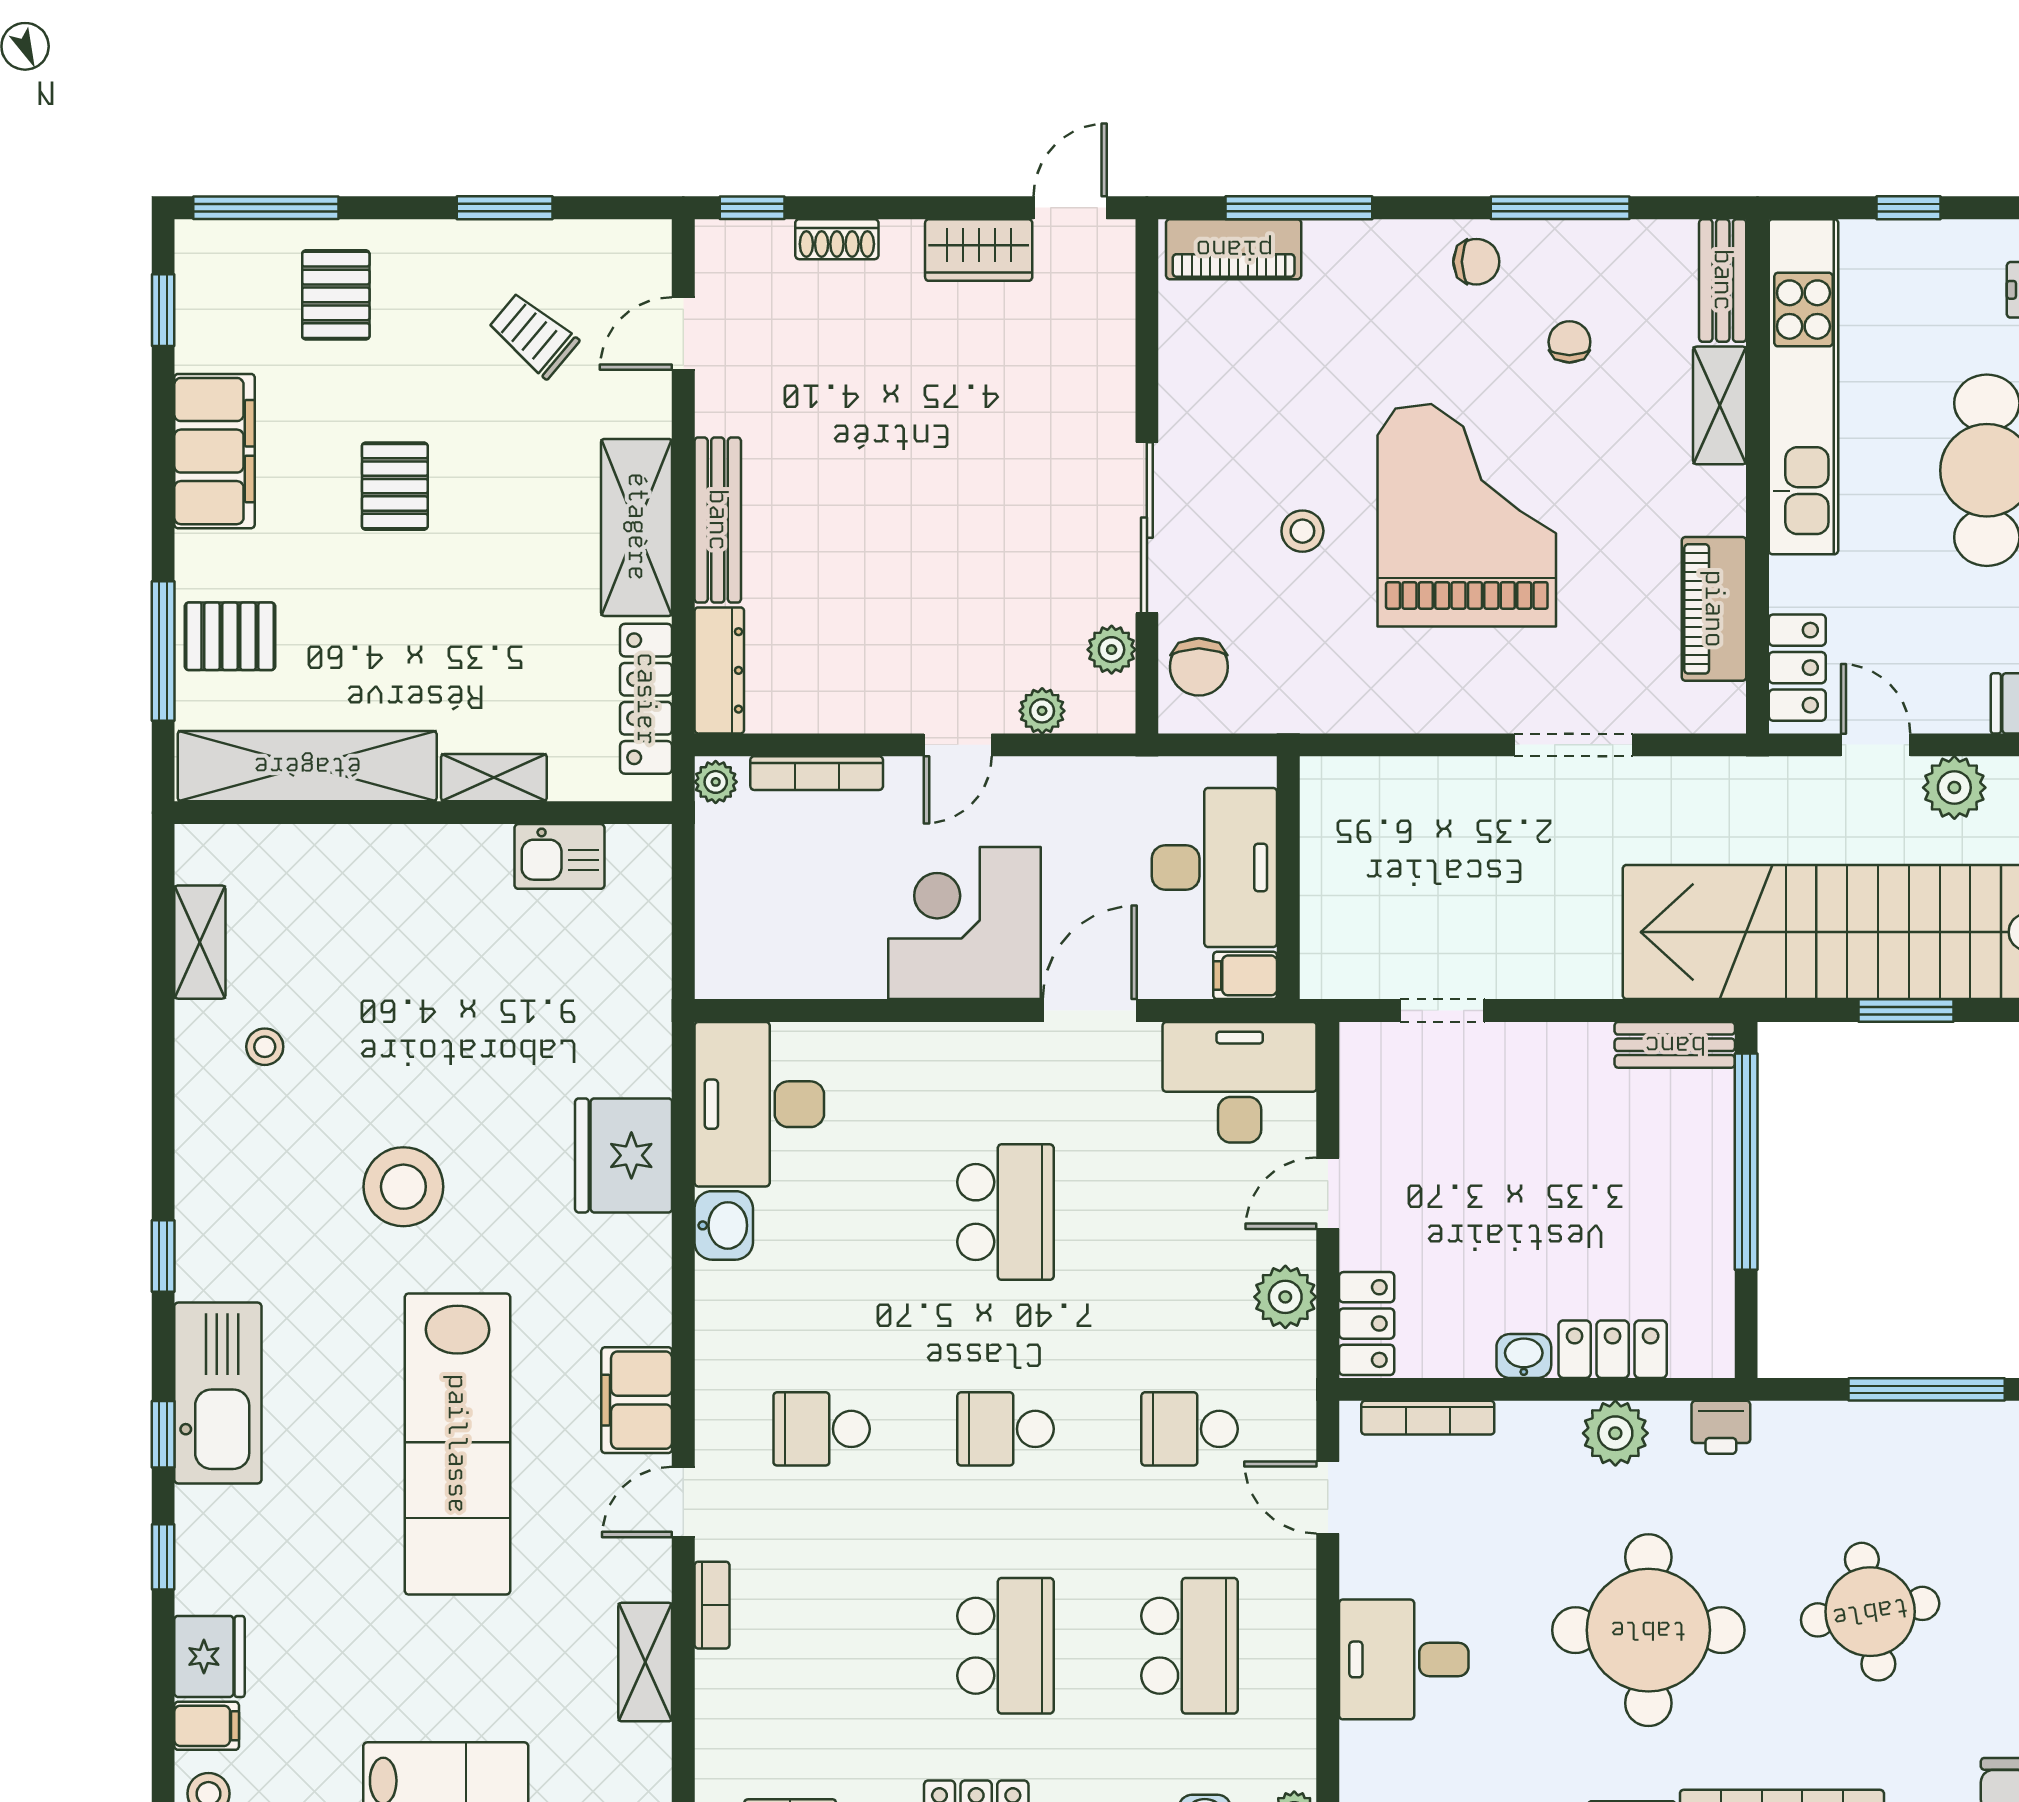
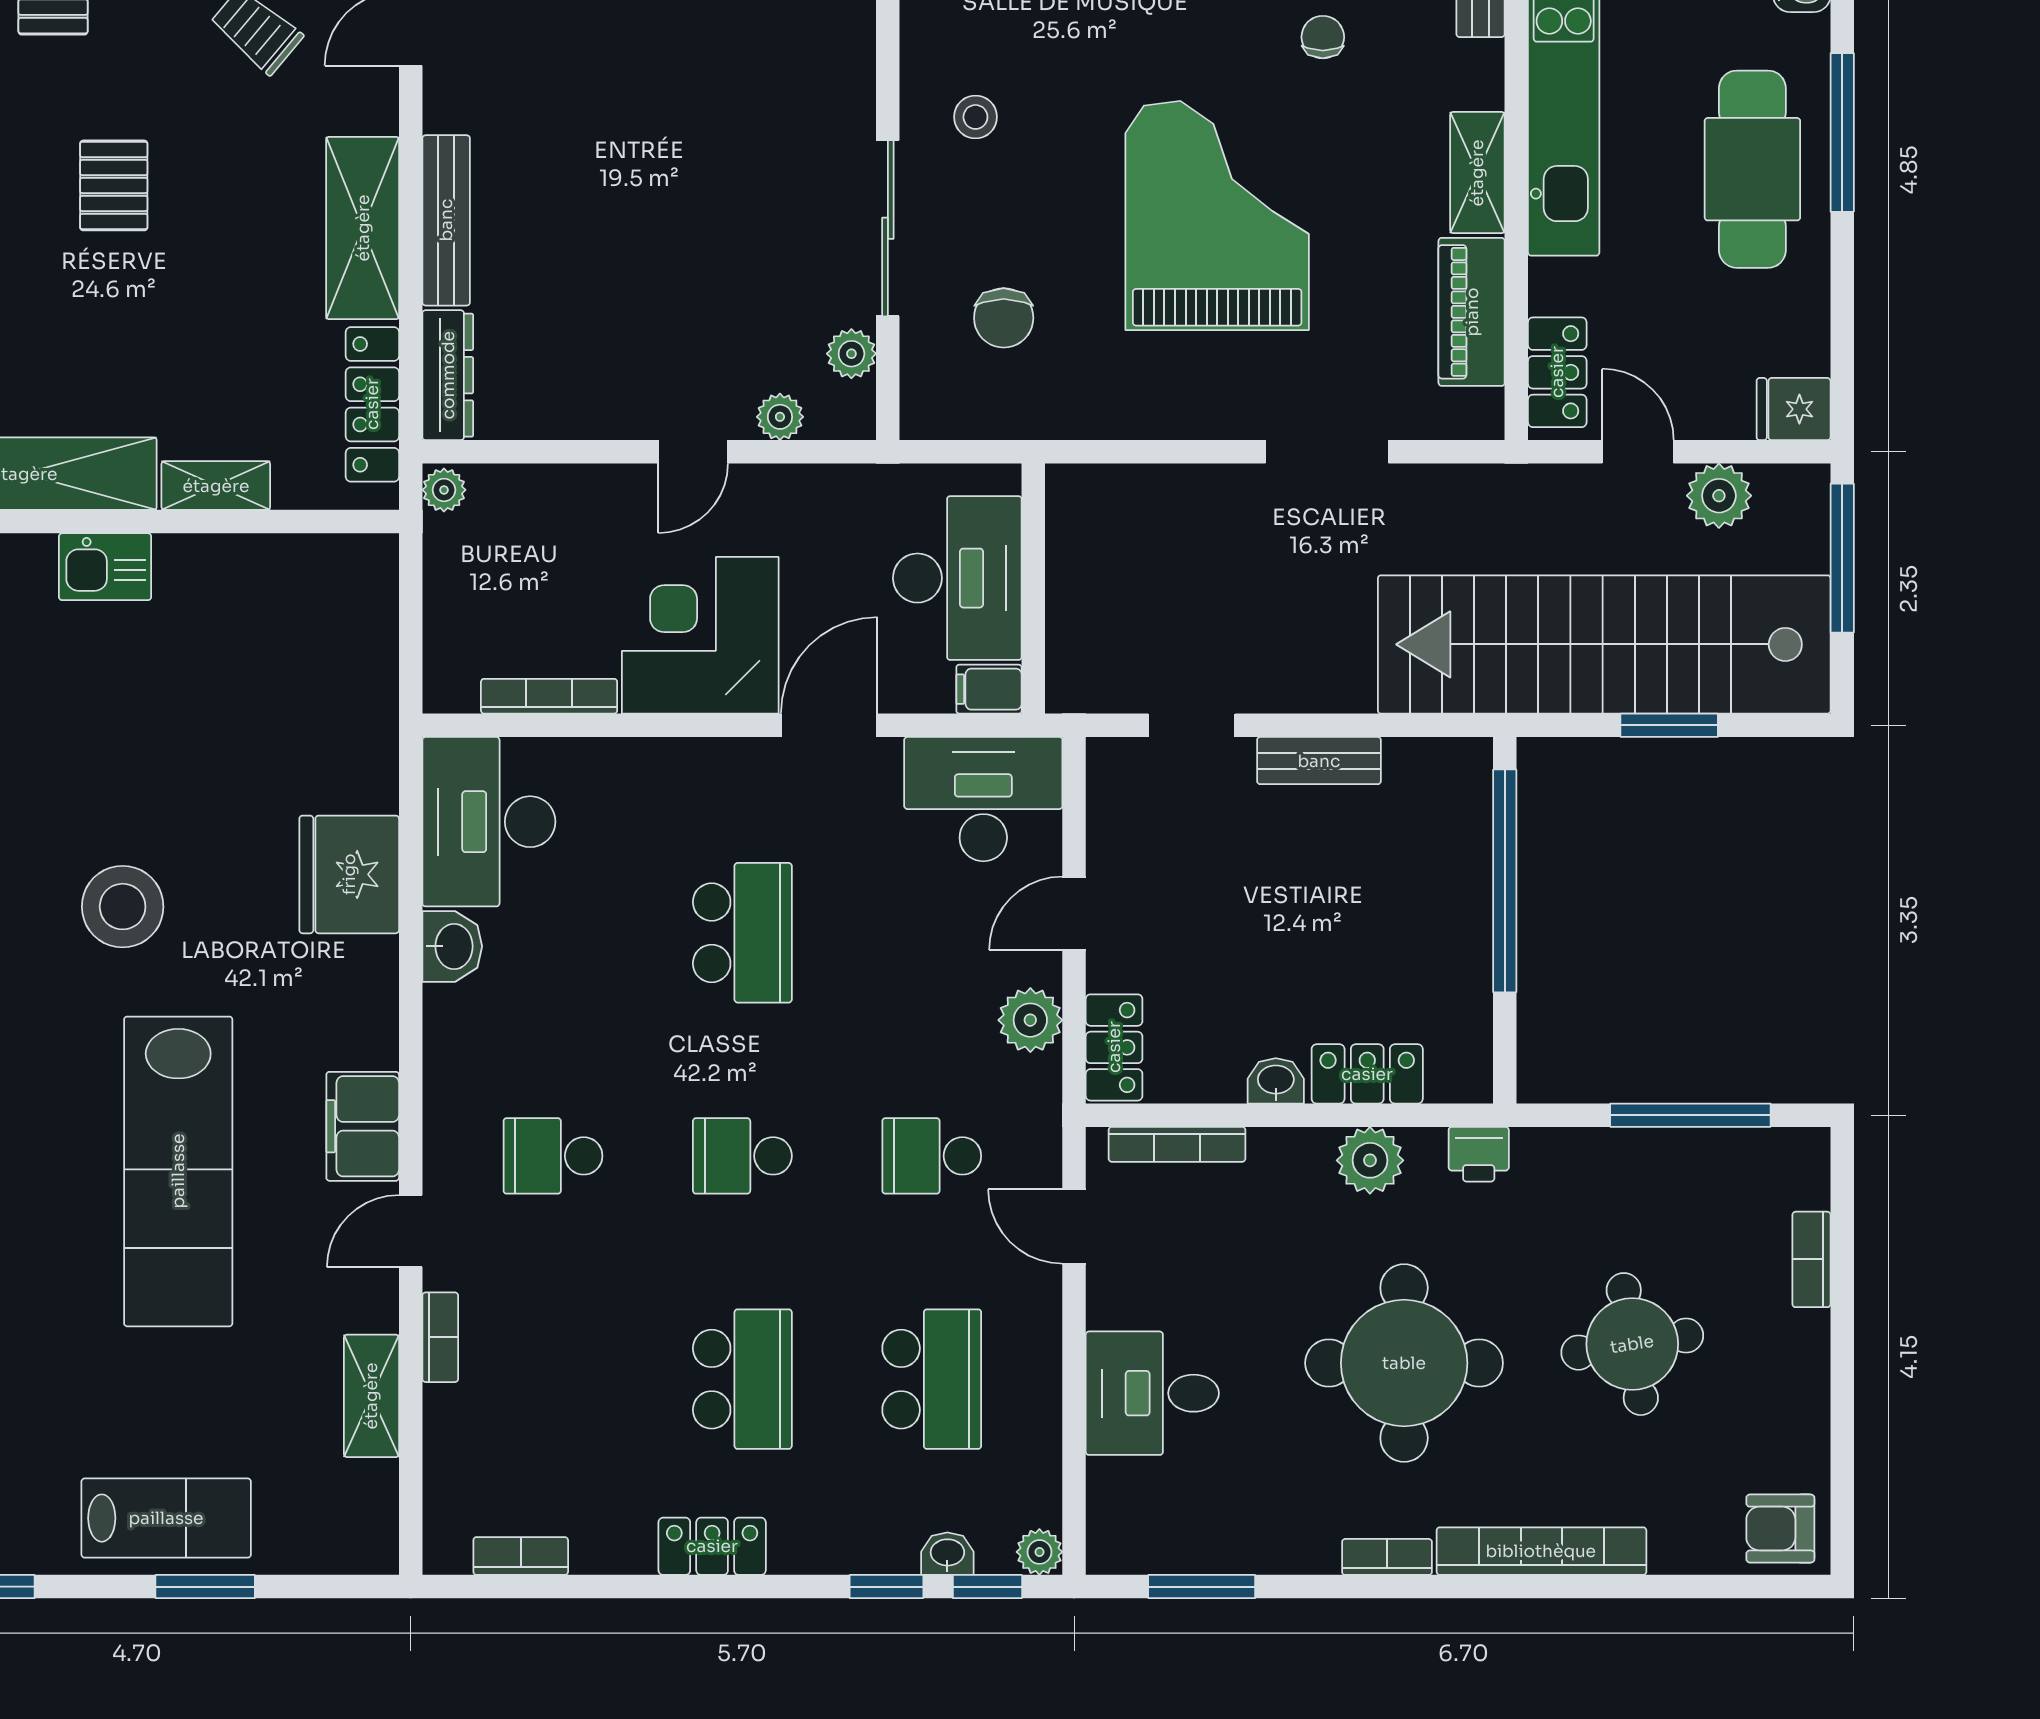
shelving: (1720, 405) -> (1477, 173), moved
stool: (1302, 531) -> (975, 117), moved
chair: (1199, 667) -> (1004, 318), moved
bookcase: (817, 773) -> (549, 696), moved, turned 180
kitchen sink: (559, 856) -> (105, 567), moved
bench: (1675, 1045) -> (1319, 761), moved

